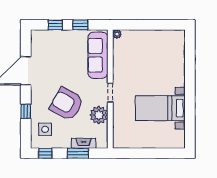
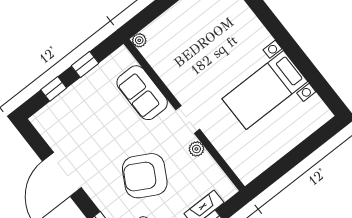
sofa: (98, 55) -> (142, 93), width x0.73
plant: (99, 115) -> (196, 149), width x0.53, depth x0.53

